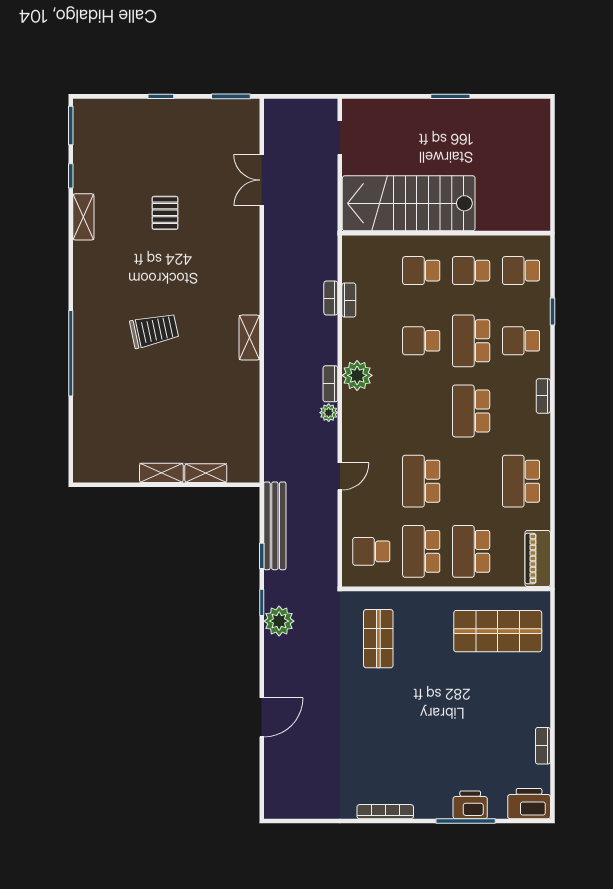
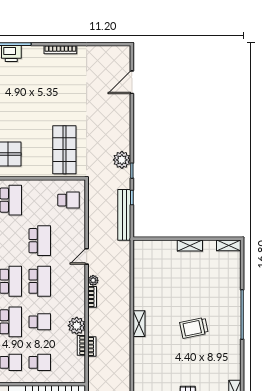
plant: (357, 375) -> (77, 326), moved
shelving: (206, 473) -> (229, 245), moved
door: (340, 476) -> (87, 256), moved
school desk: (421, 551) -> (40, 281), moved
shop shelf: (378, 639) -> (64, 150), width x1.43, depth x1.36
door: (262, 717) -> (132, 82), moved

